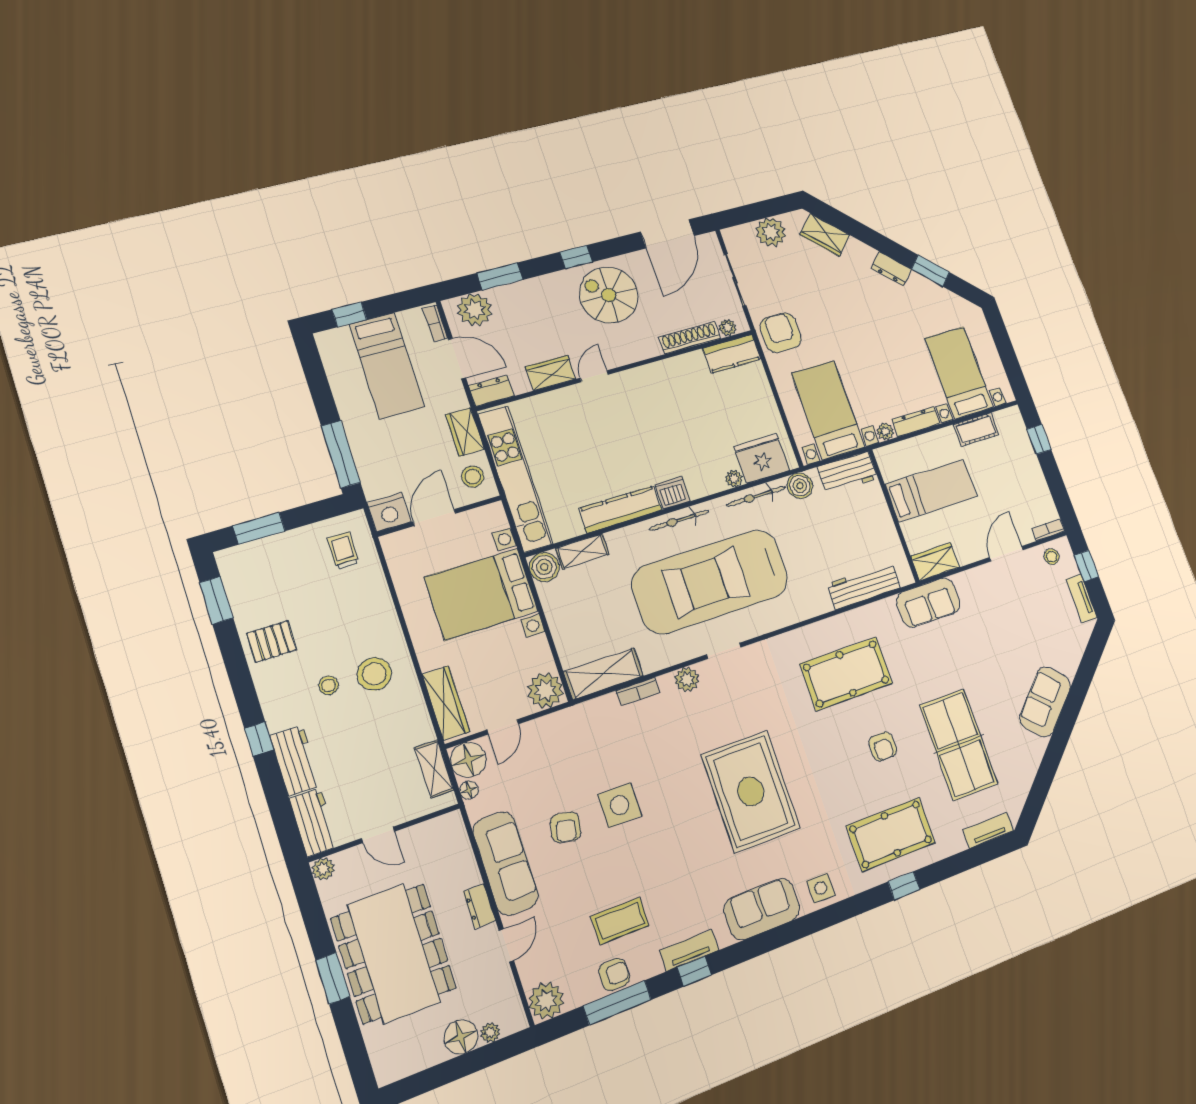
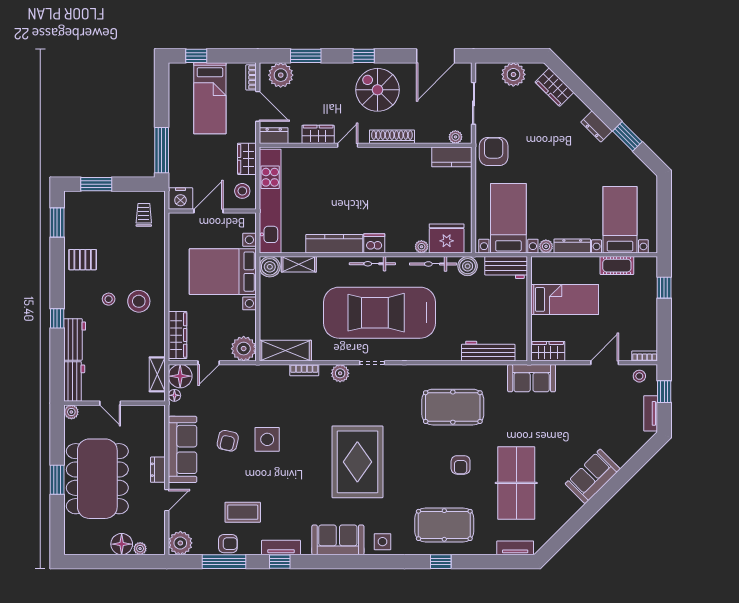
shoe rack: (690, 338) -> (392, 137), moved

